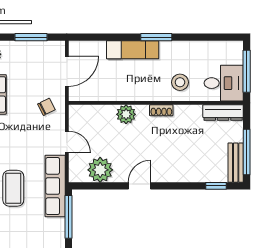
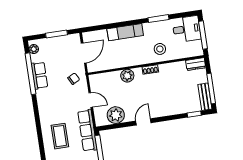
window: (156, 37) -> (158, 19), moved
desk: (224, 83) -> (187, 29), moved
dresser: (223, 113) -> (196, 64), width x0.70

